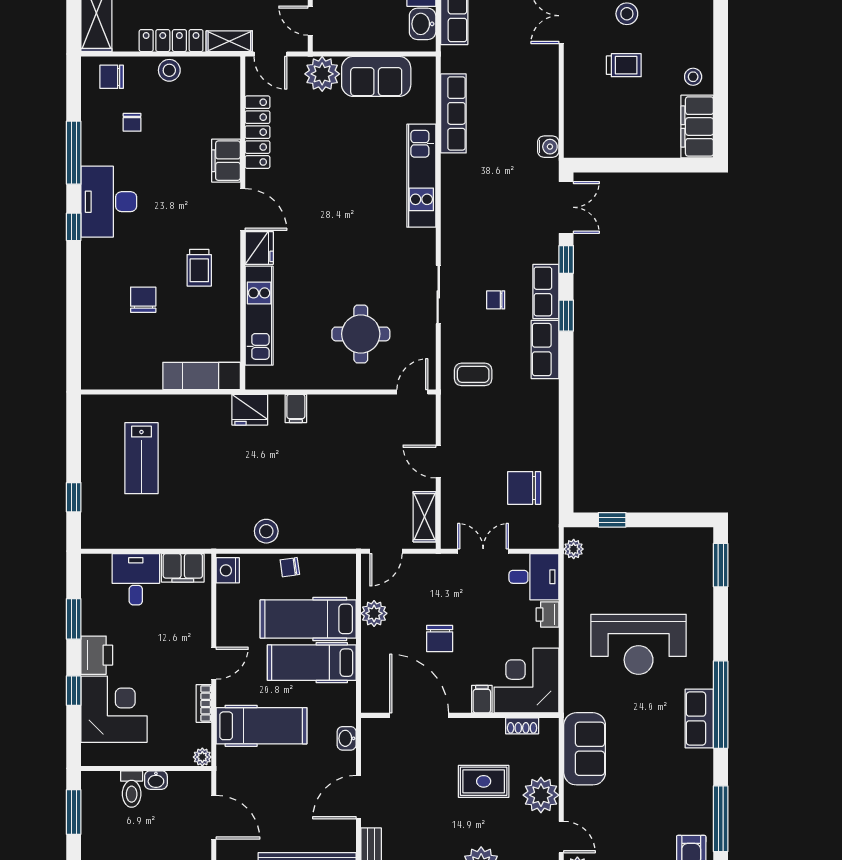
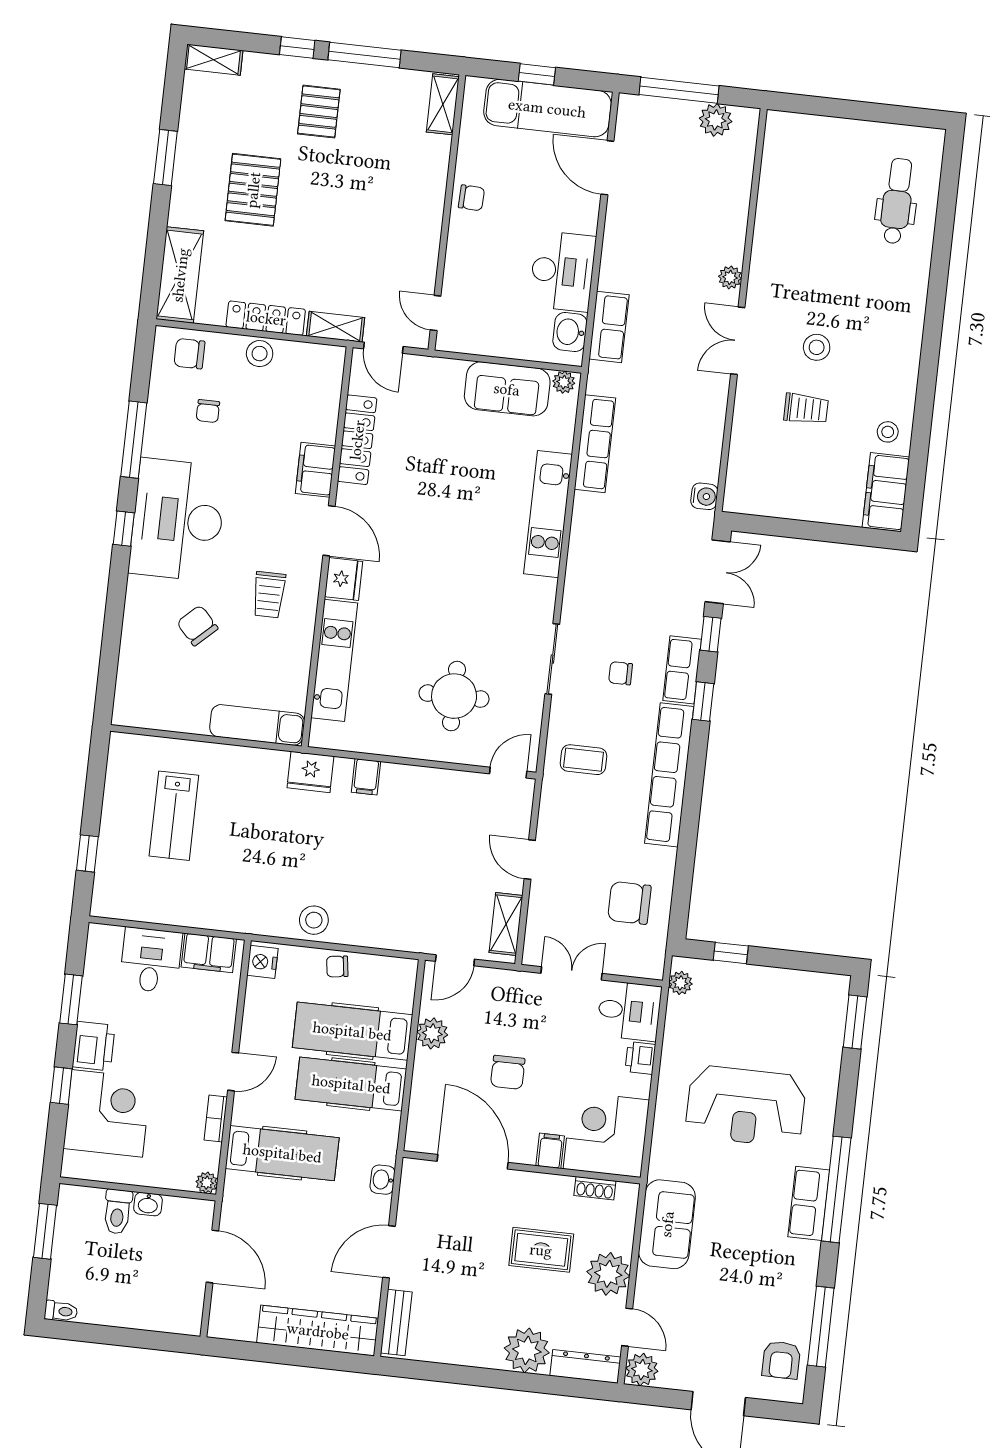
plant: (322, 74) -> (564, 382), moved, width x0.53, depth x0.53
desk: (109, 202) -> (178, 520), width x1.36, depth x1.30
chair: (143, 300) -> (197, 625), turned -43
row of seats: (545, 349) -> (669, 775), width x2.02

